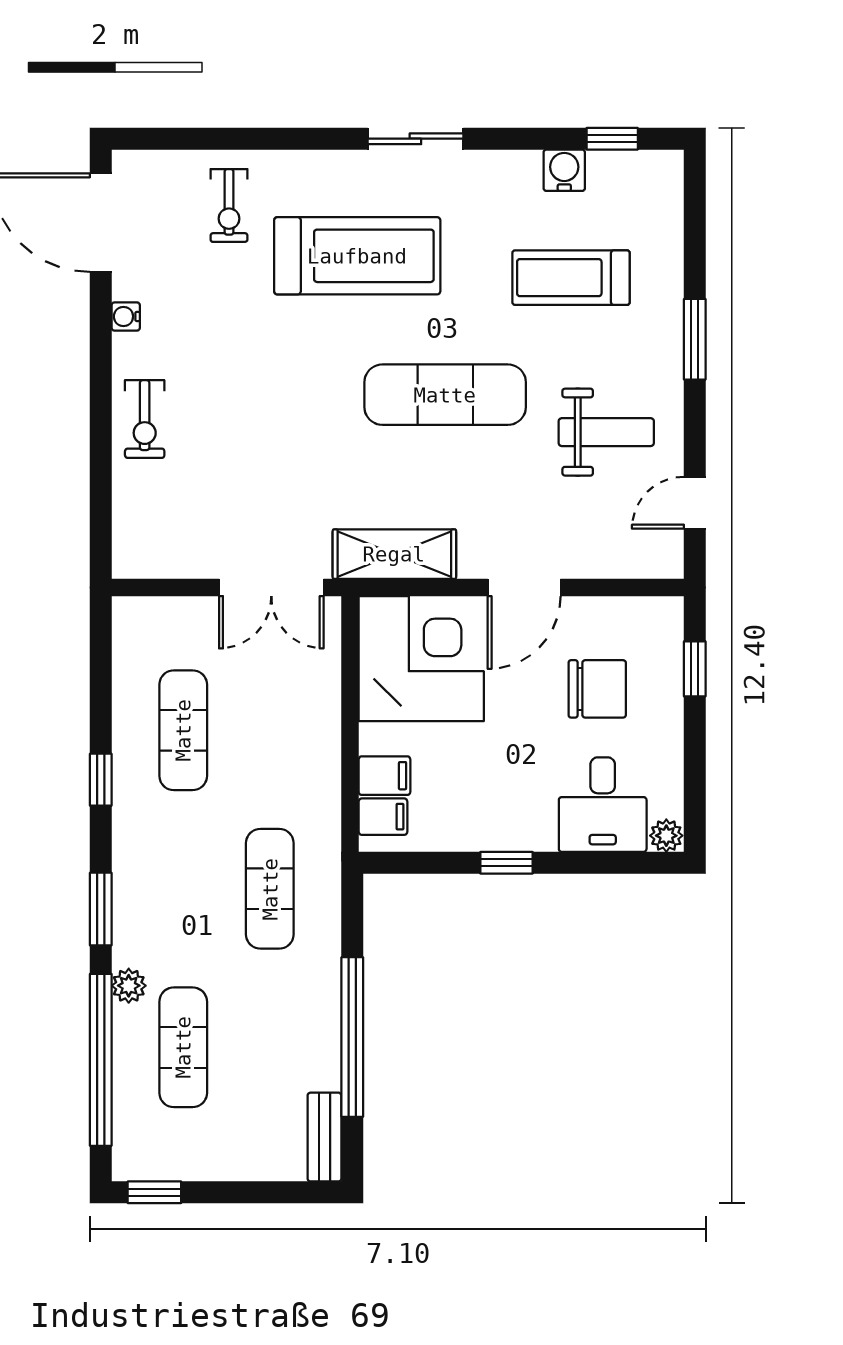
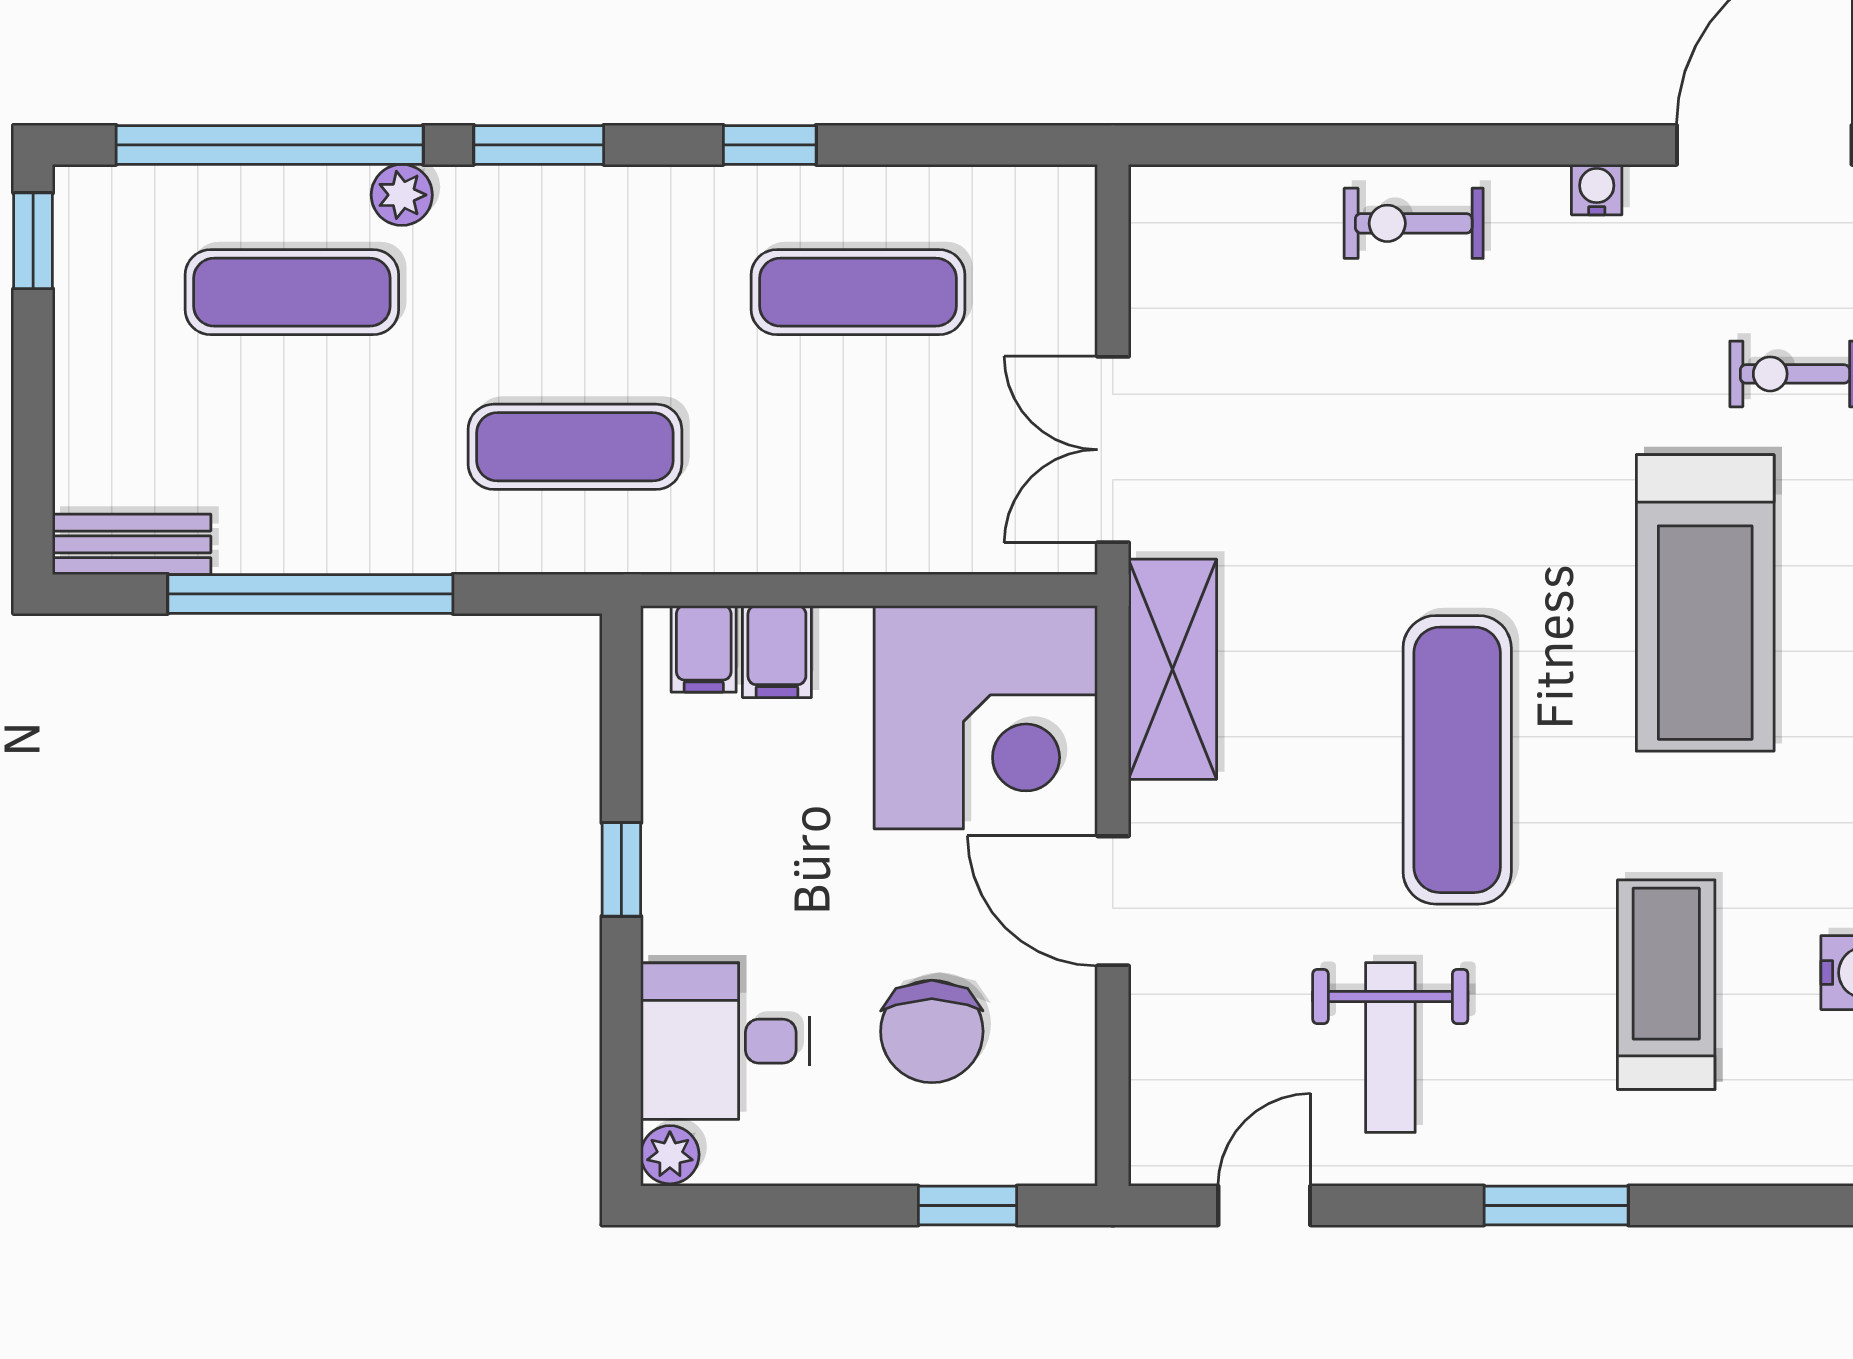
door: (695, 503) -> (1264, 1205), hinge flipped

